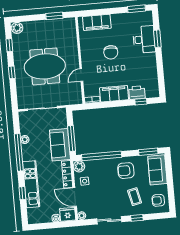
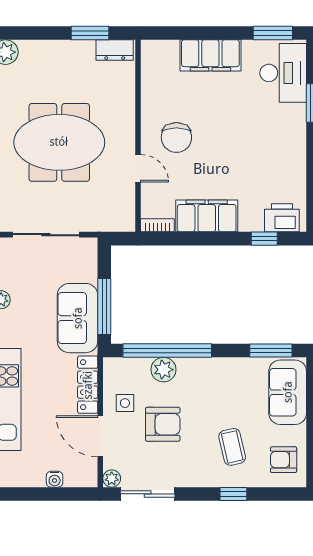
filing cabinet: (97, 22) -> (210, 55), moved
dresser: (66, 23) -> (115, 50), added
desk: (144, 39) -> (283, 73), moved
chair: (111, 52) -> (176, 137), moved
door: (81, 75) -> (138, 168), swing flipped
printer: (137, 93) -> (282, 218), moved
plant: (79, 166) -> (164, 370), moved
armchair: (126, 171) -> (163, 424), moved, turned 180
fridge: (68, 214) -> (81, 473), removed
sliding door: (109, 220) -> (148, 494), moved

